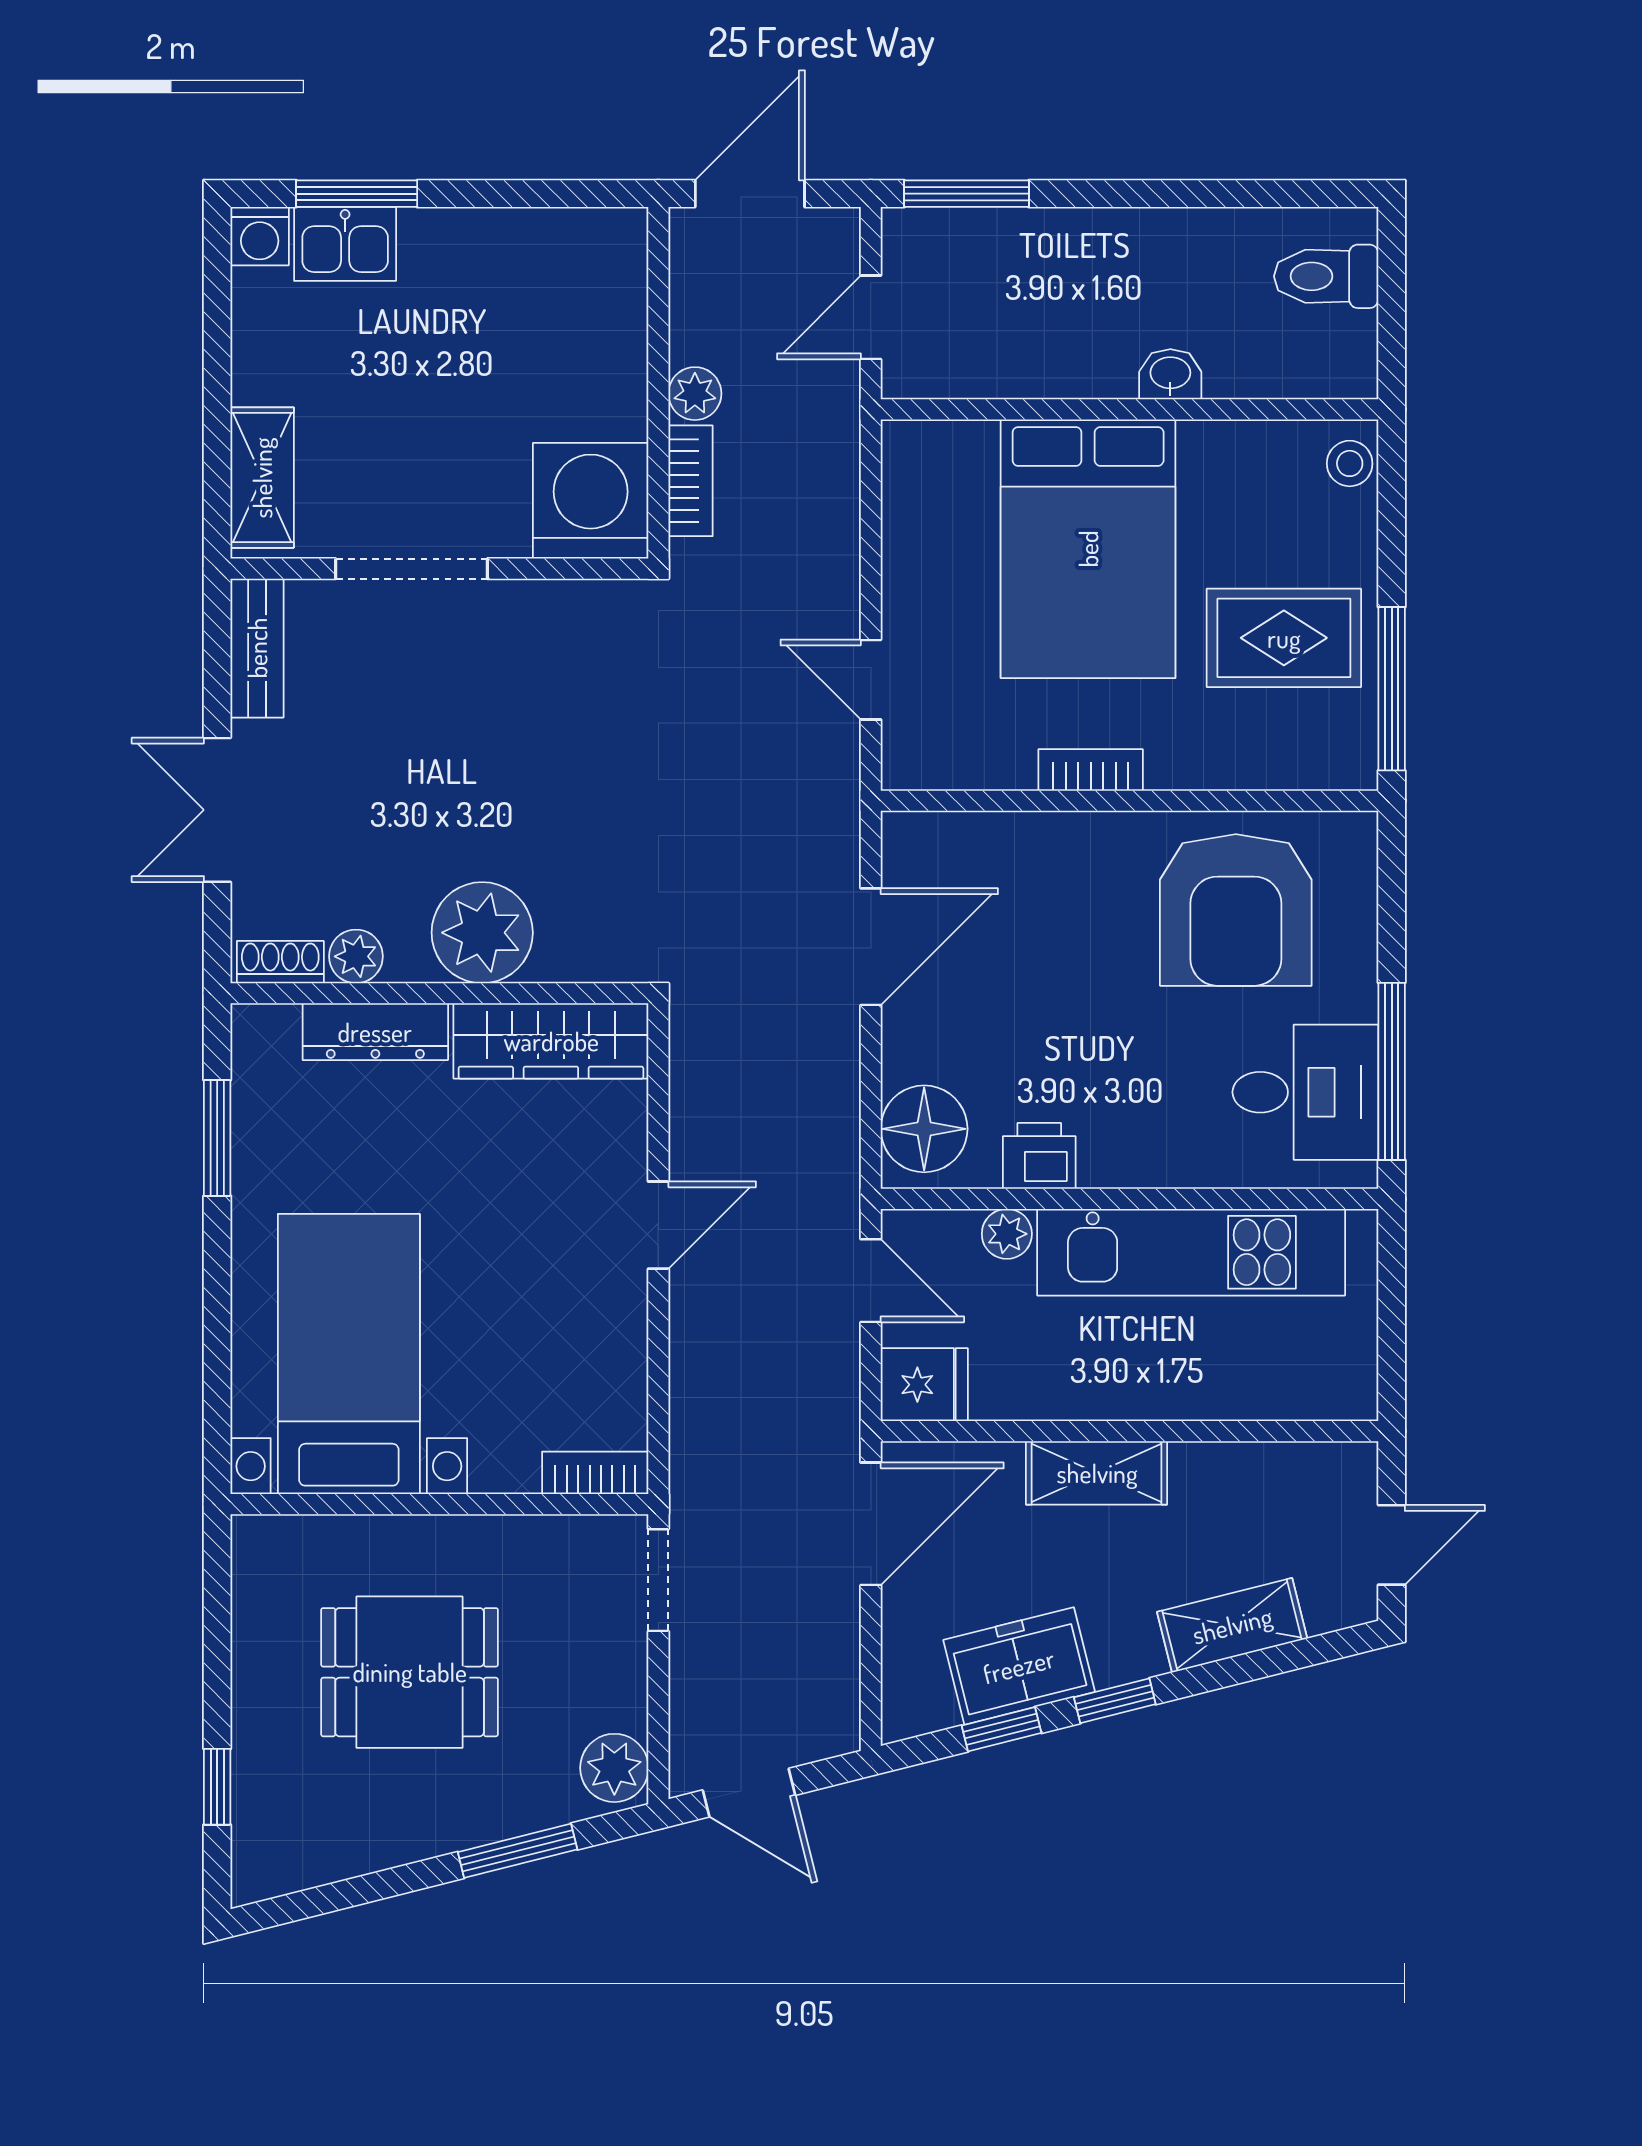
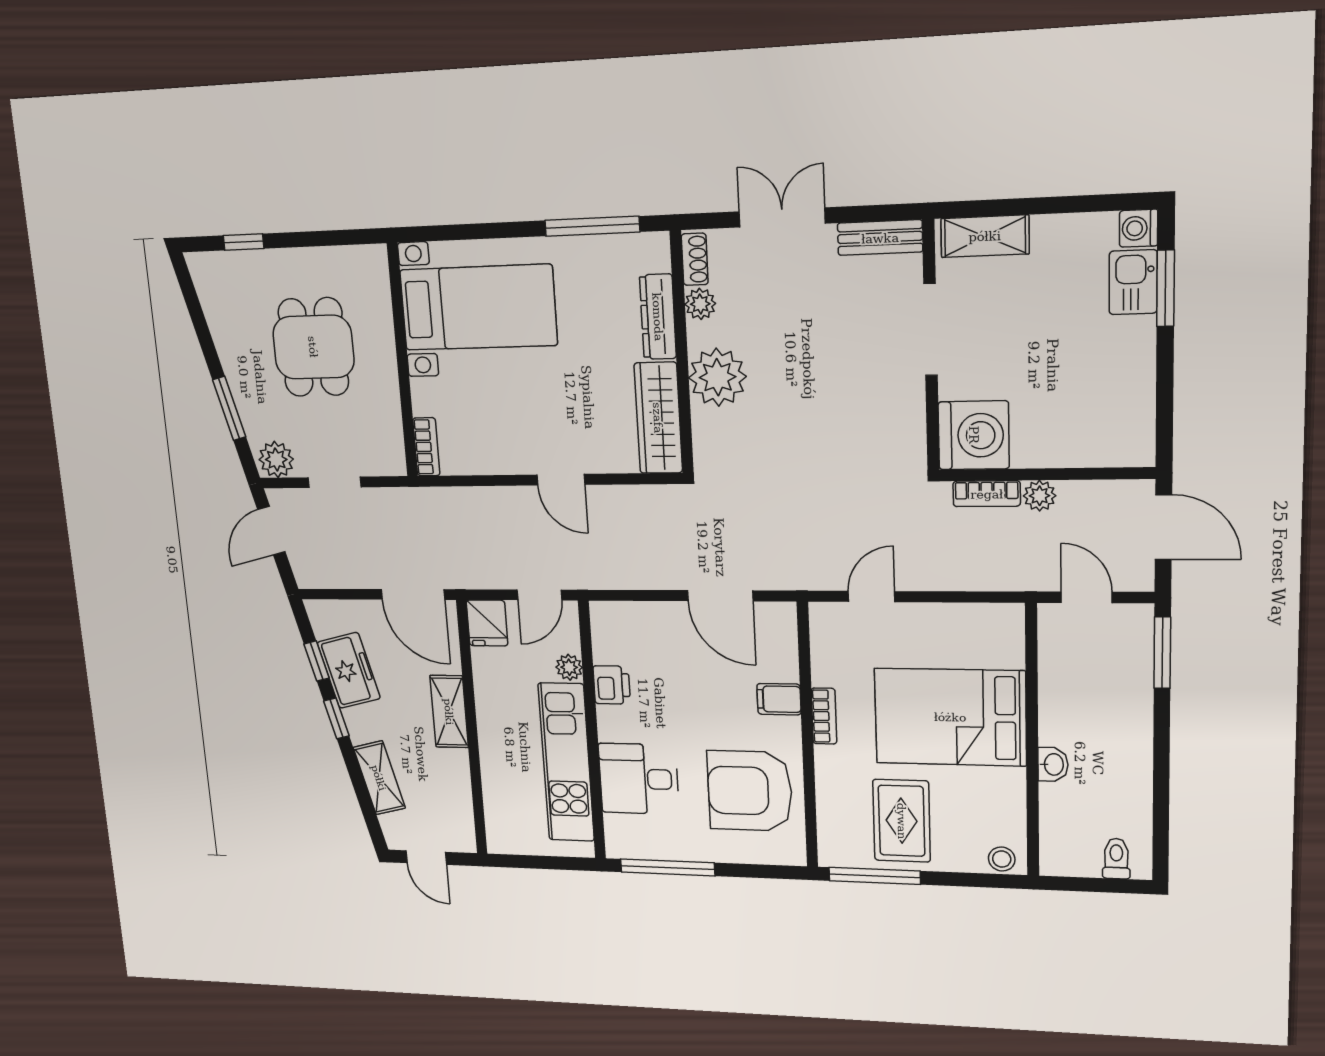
toilet: (1326, 276) -> (1116, 859), width x0.73, depth x0.72
filing cabinet: (1061, 849) -> (779, 699), added
desk: (1305, 1092) -> (639, 779), moved, turned 90
floor lamp: (924, 1129) -> (622, 624), removed
window: (217, 1138) -> (592, 226), width x1.44
doorway: (658, 1580) -> (335, 482), moved

